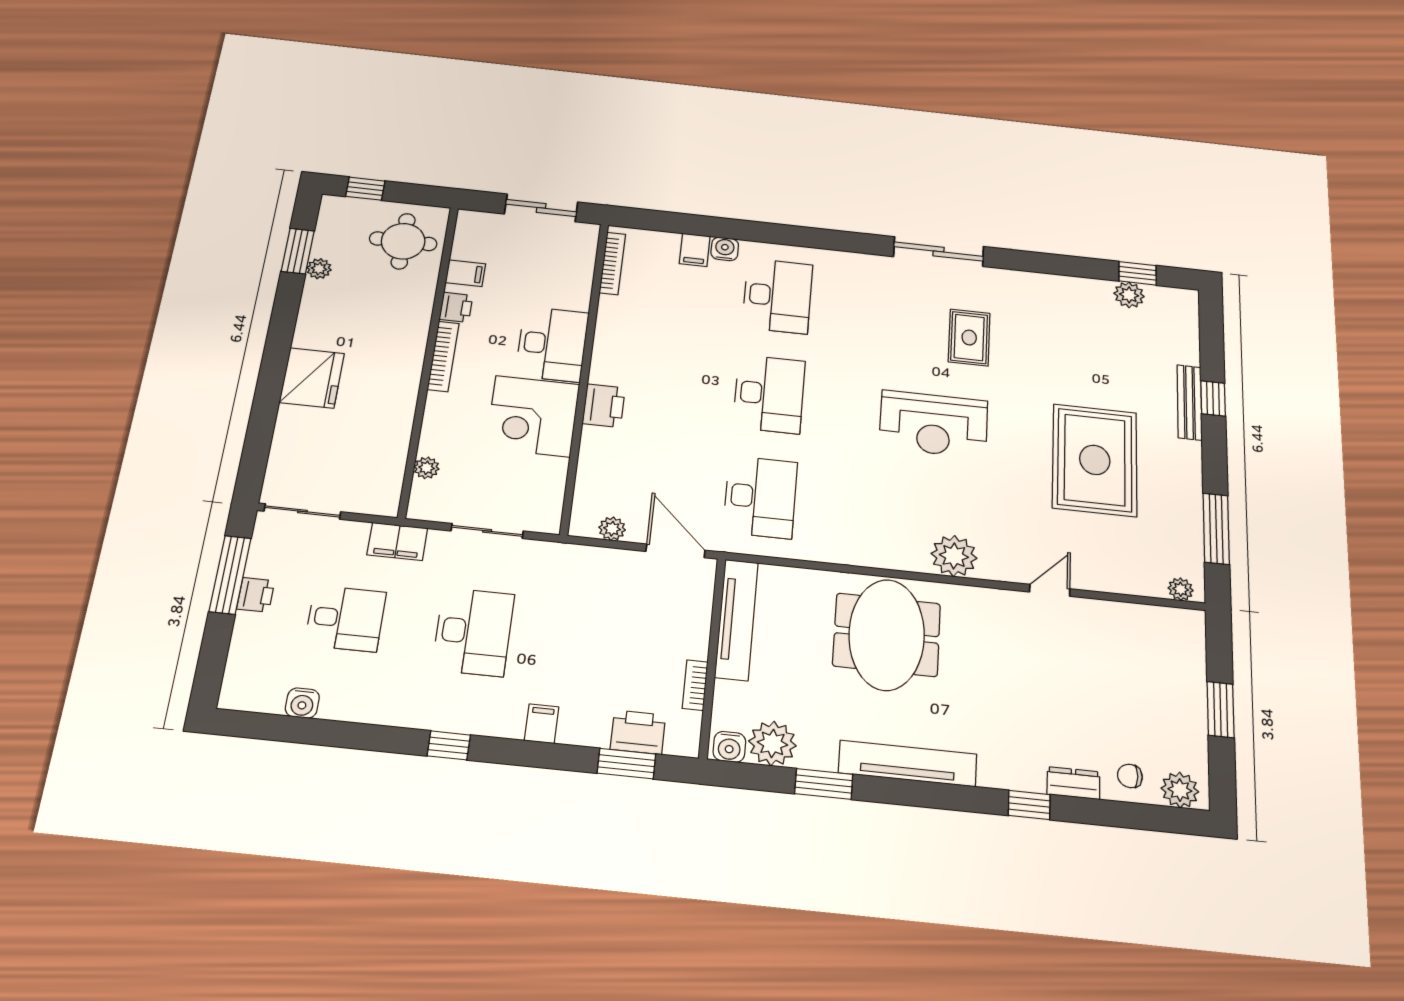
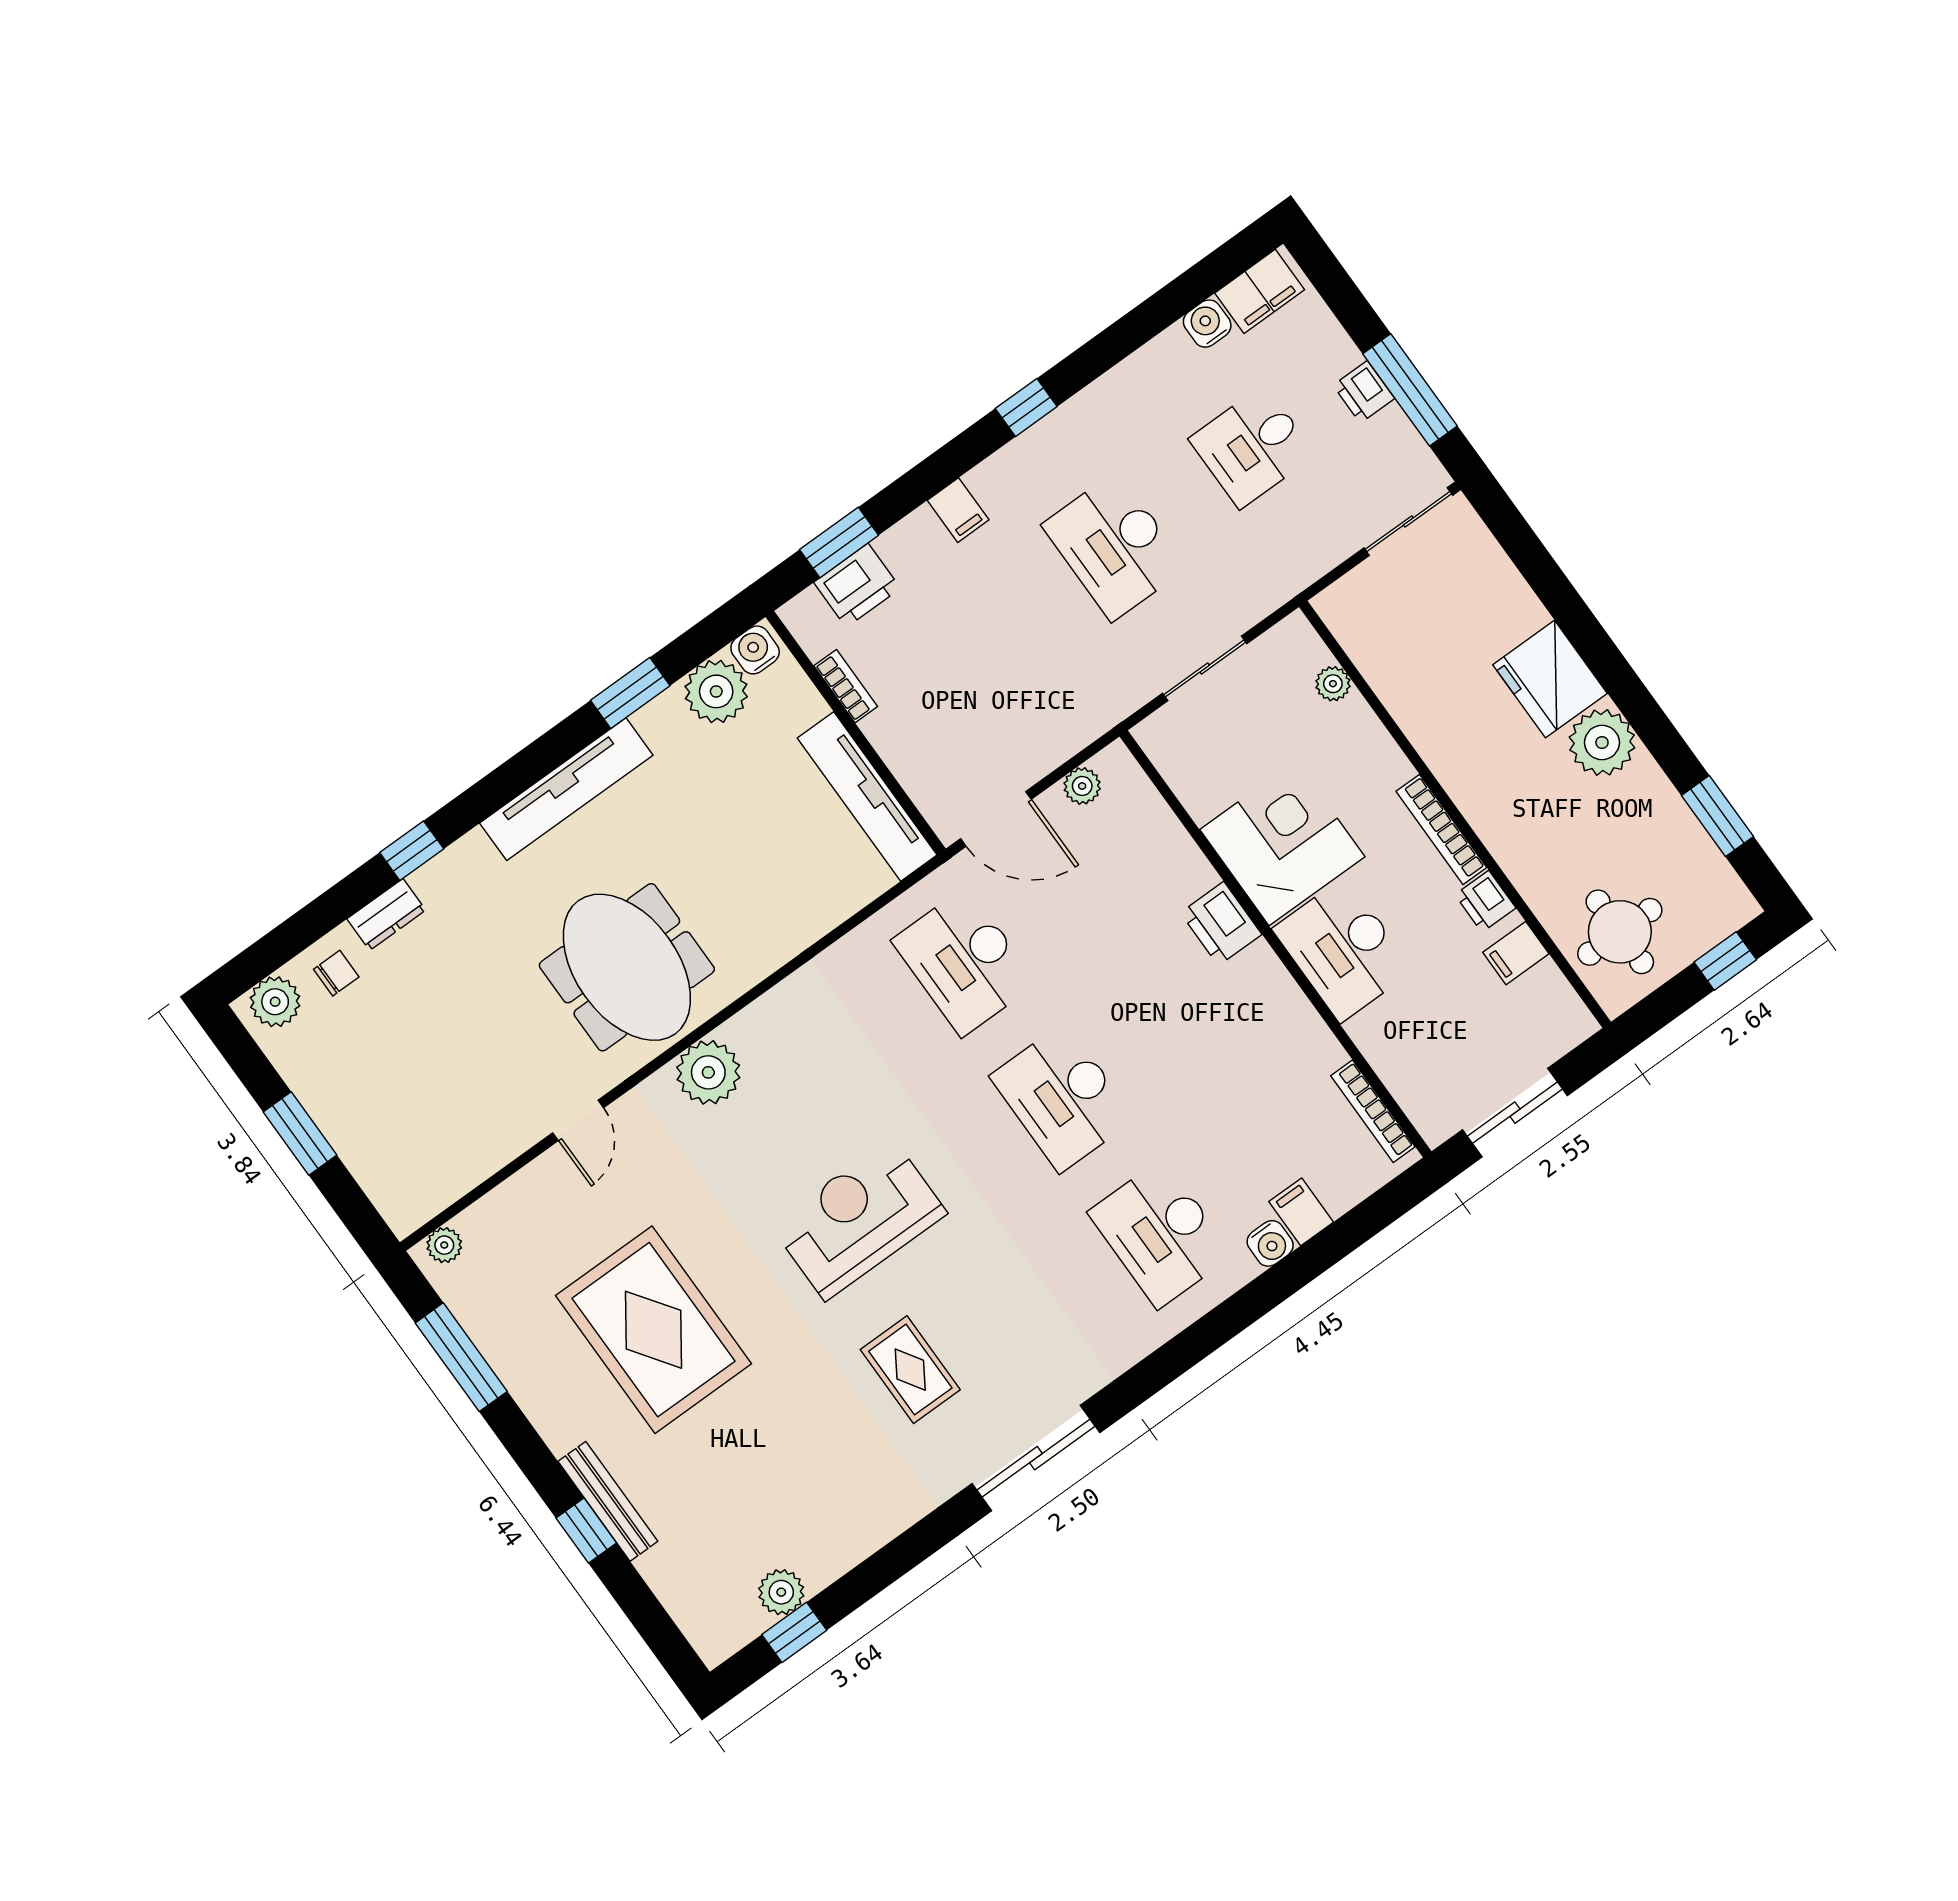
plant: (319, 269) -> (1602, 742), moved, width x1.87, depth x1.87
filing cabinet: (397, 541) -> (1260, 291), moved, turned 180
meeting table: (887, 635) -> (627, 967), moved

